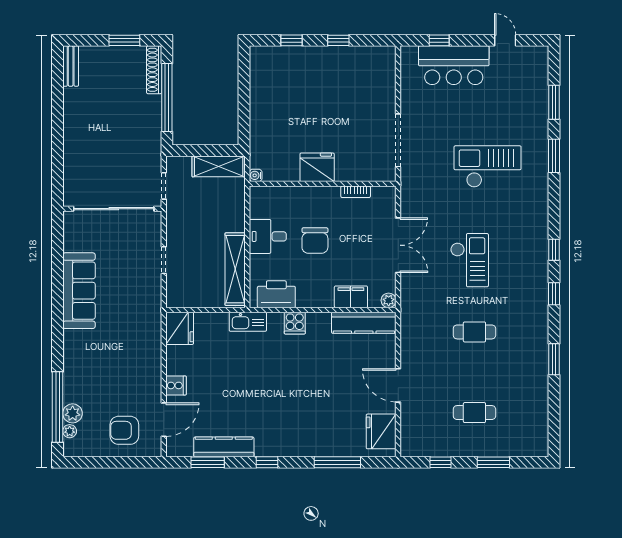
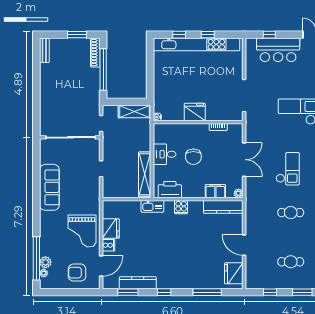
kitchen unit: (320, 56) -> (196, 44), added
fridge: (180, 328) -> (111, 229), moved
grand piano: (132, 362) -> (82, 231), added

